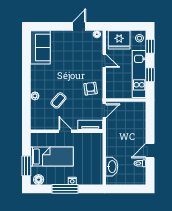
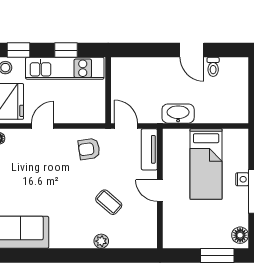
door: (65, 131) -> (160, 191), hinge flipped
bed: (52, 157) -> (206, 164), moved, turned 180
washbasin: (112, 167) -> (178, 114), moved

